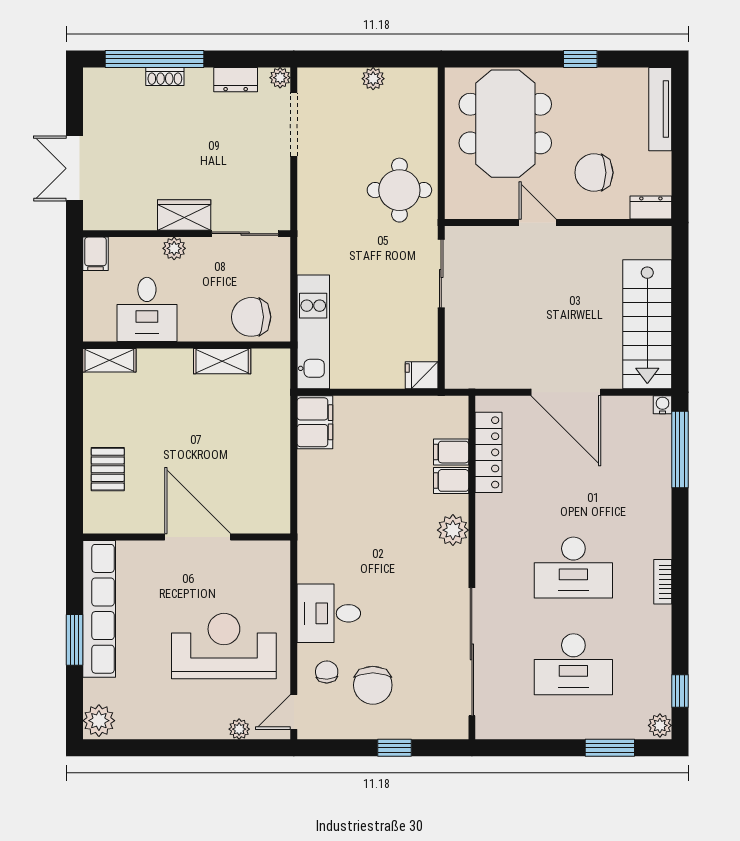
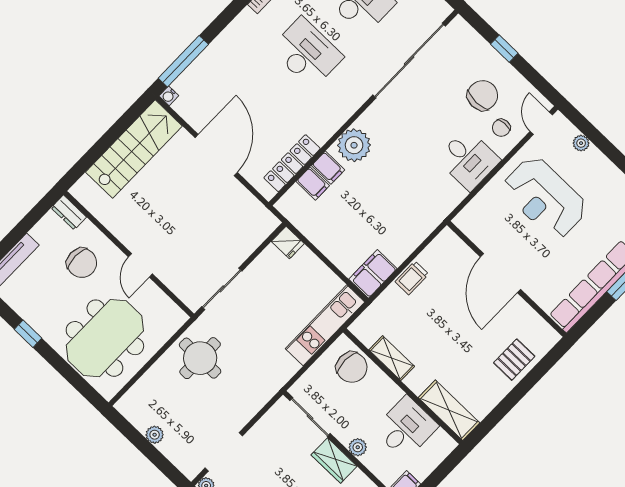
shelving: (109, 360) -> (449, 410), width x1.50, depth x1.33
trolley: (275, 453) -> (412, 278), added
plant: (453, 530) -> (354, 145), width x1.36, depth x1.36
door: (294, 712) -> (541, 123), swing flipped

